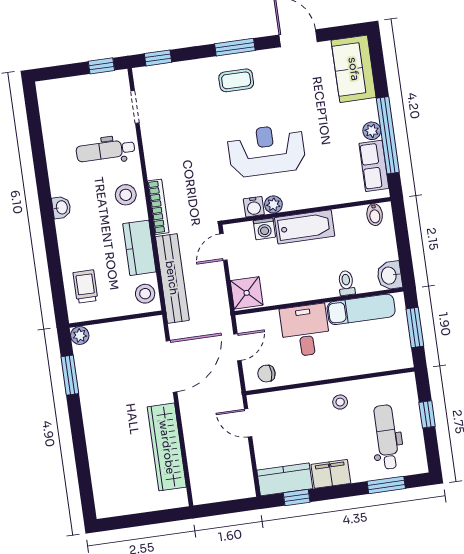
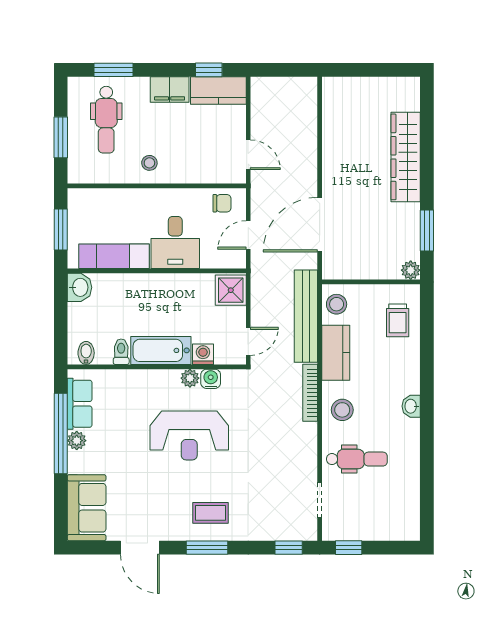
toilet: (346, 283) -> (121, 352), moved, turned 180
window: (427, 414) -> (61, 137), width x1.50
wardrobe: (167, 447) -> (406, 157), moved, turned 180

